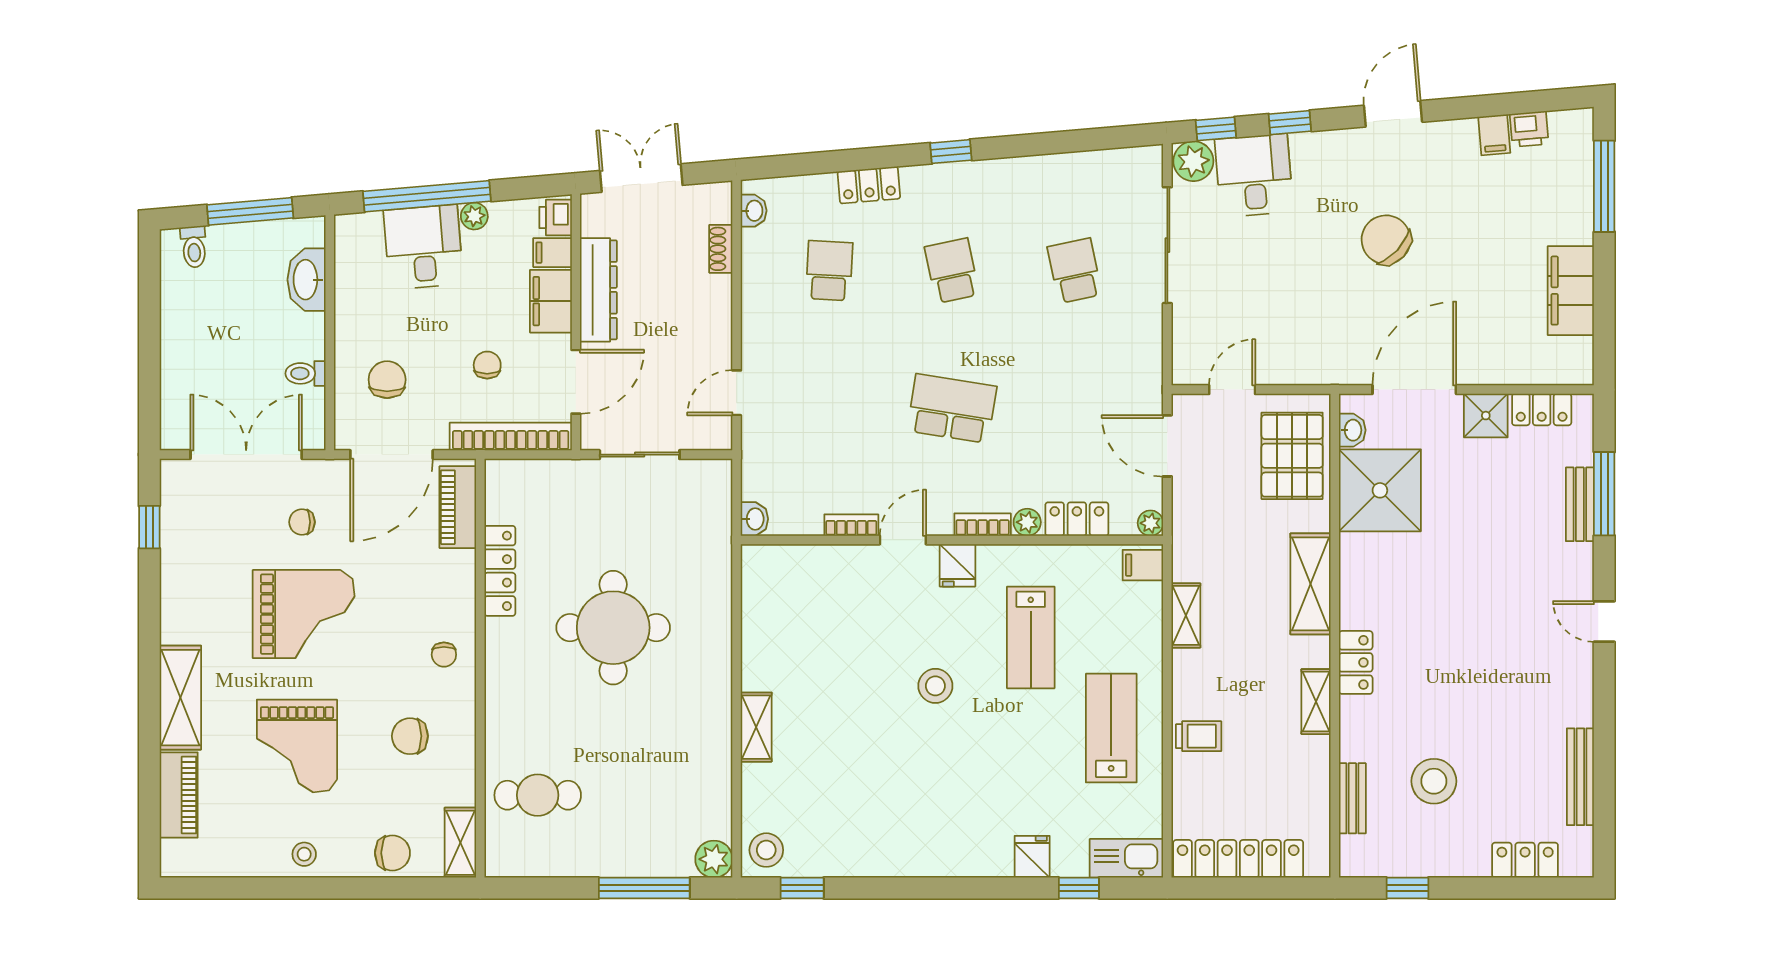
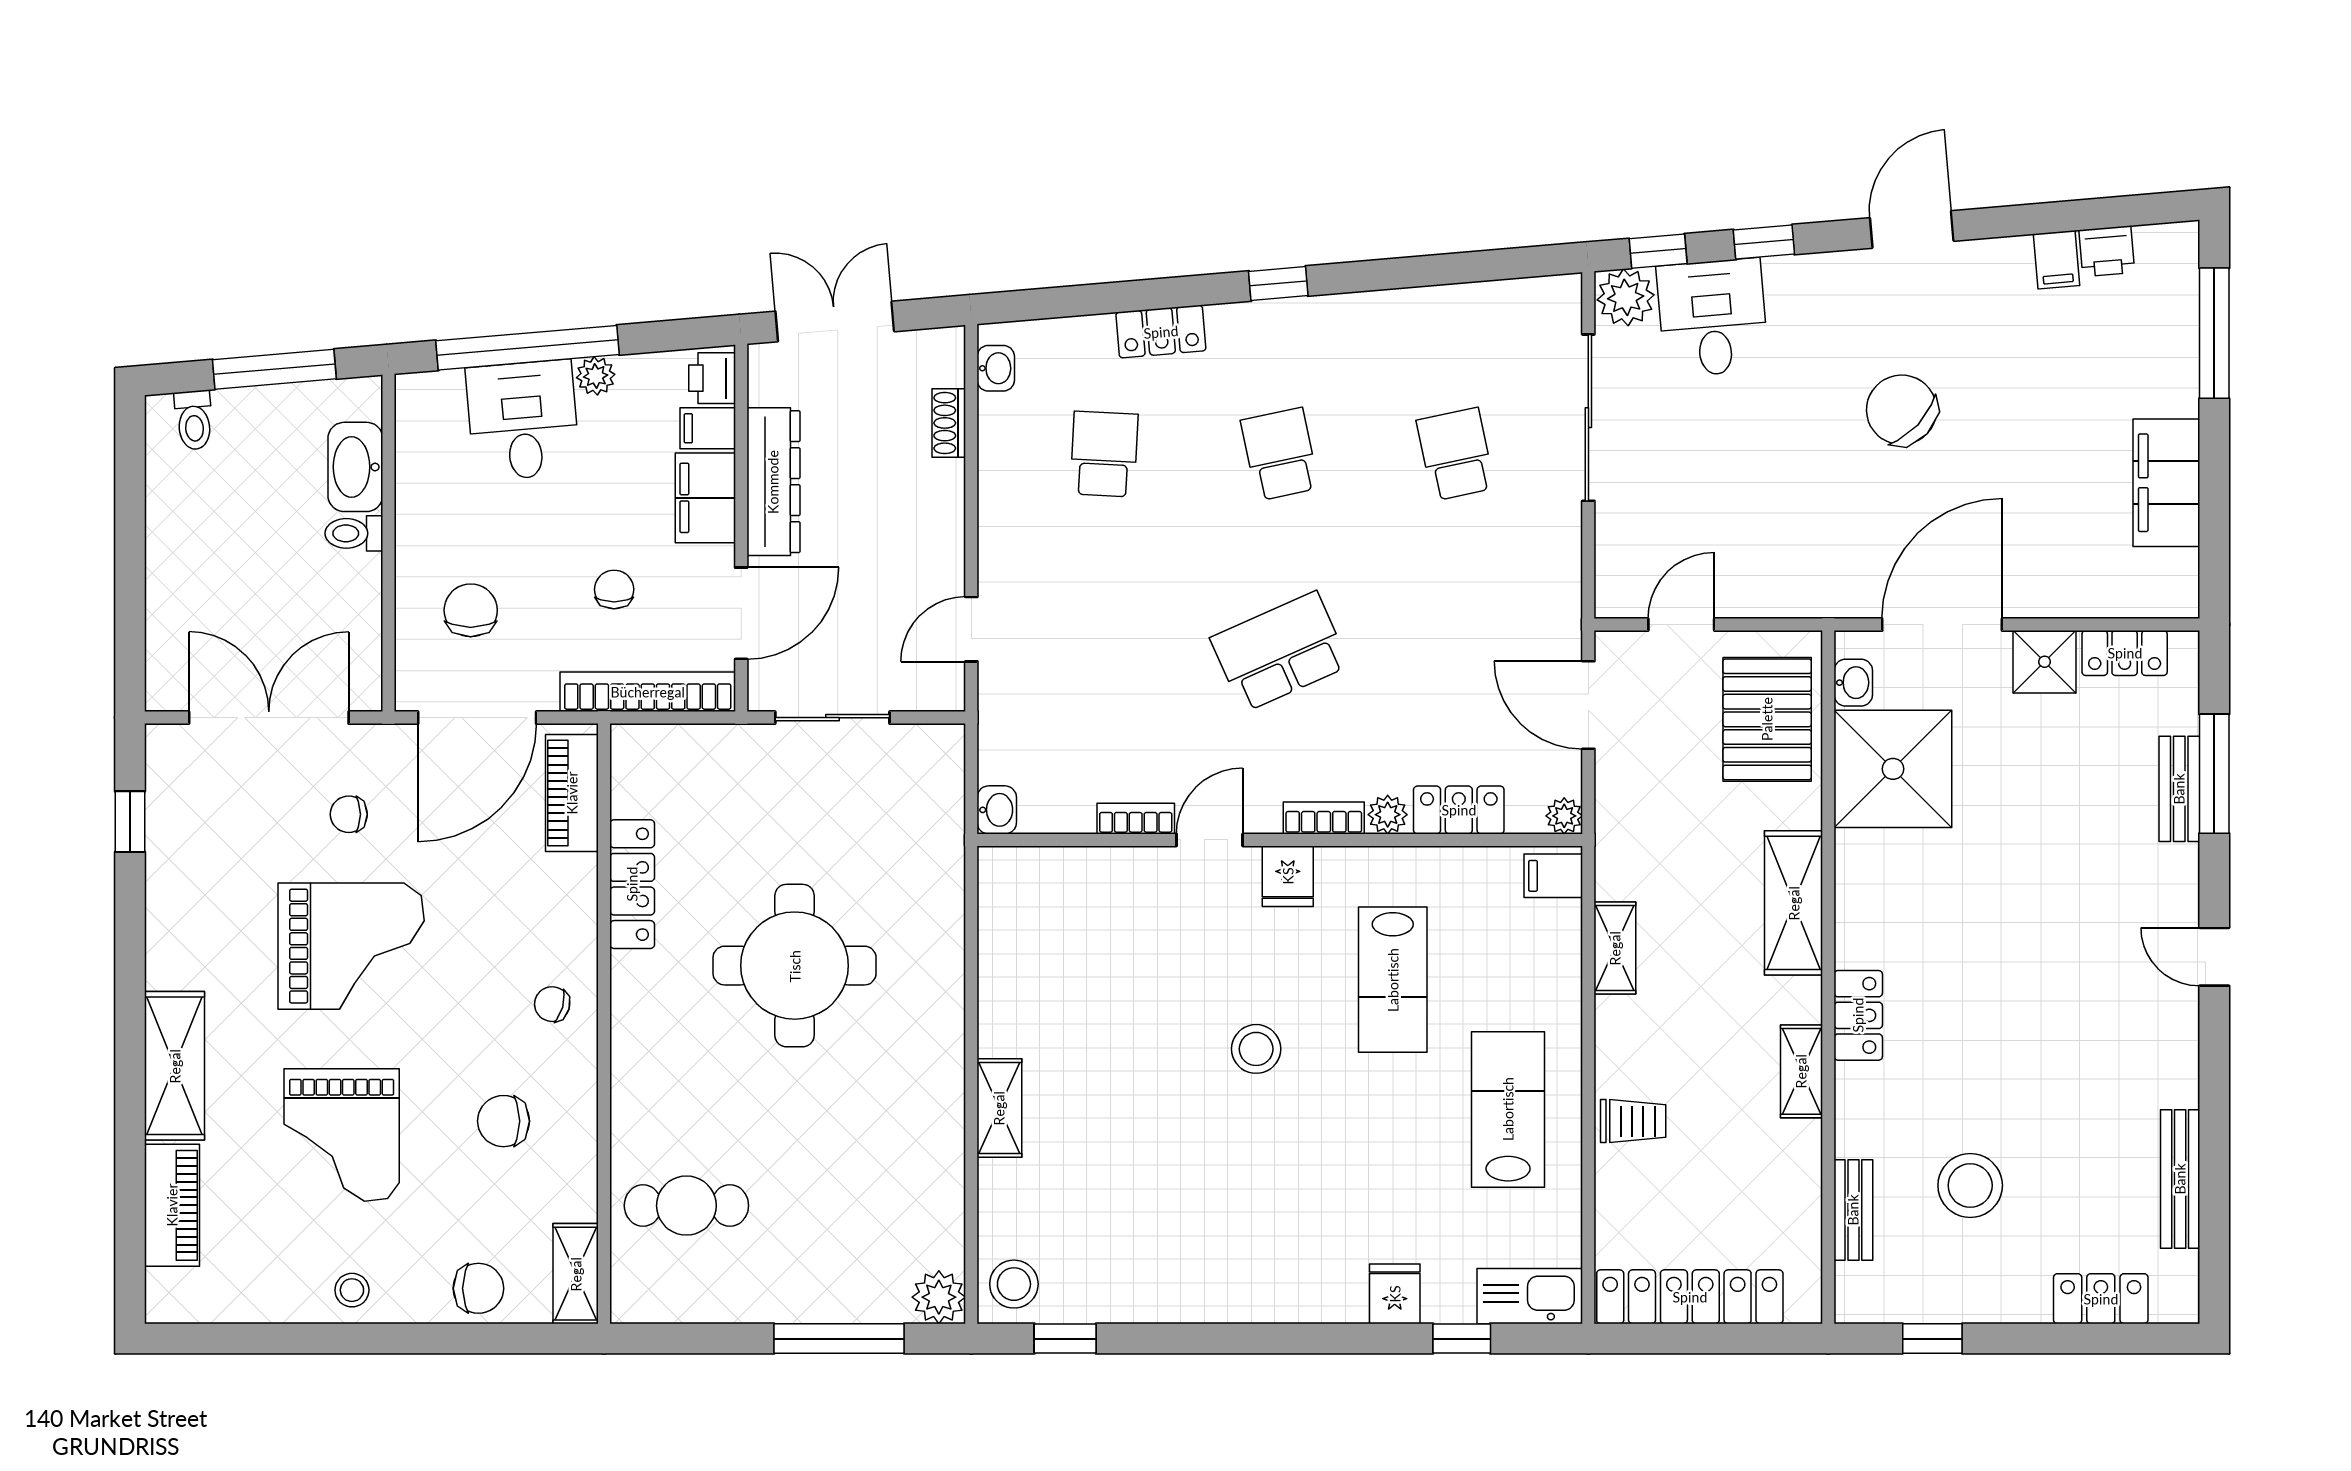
toilet: (306, 373) -> (354, 533), moved
school desk: (952, 409) -> (1280, 652), turned -33
chair: (444, 655) -> (552, 1004), turned 106

